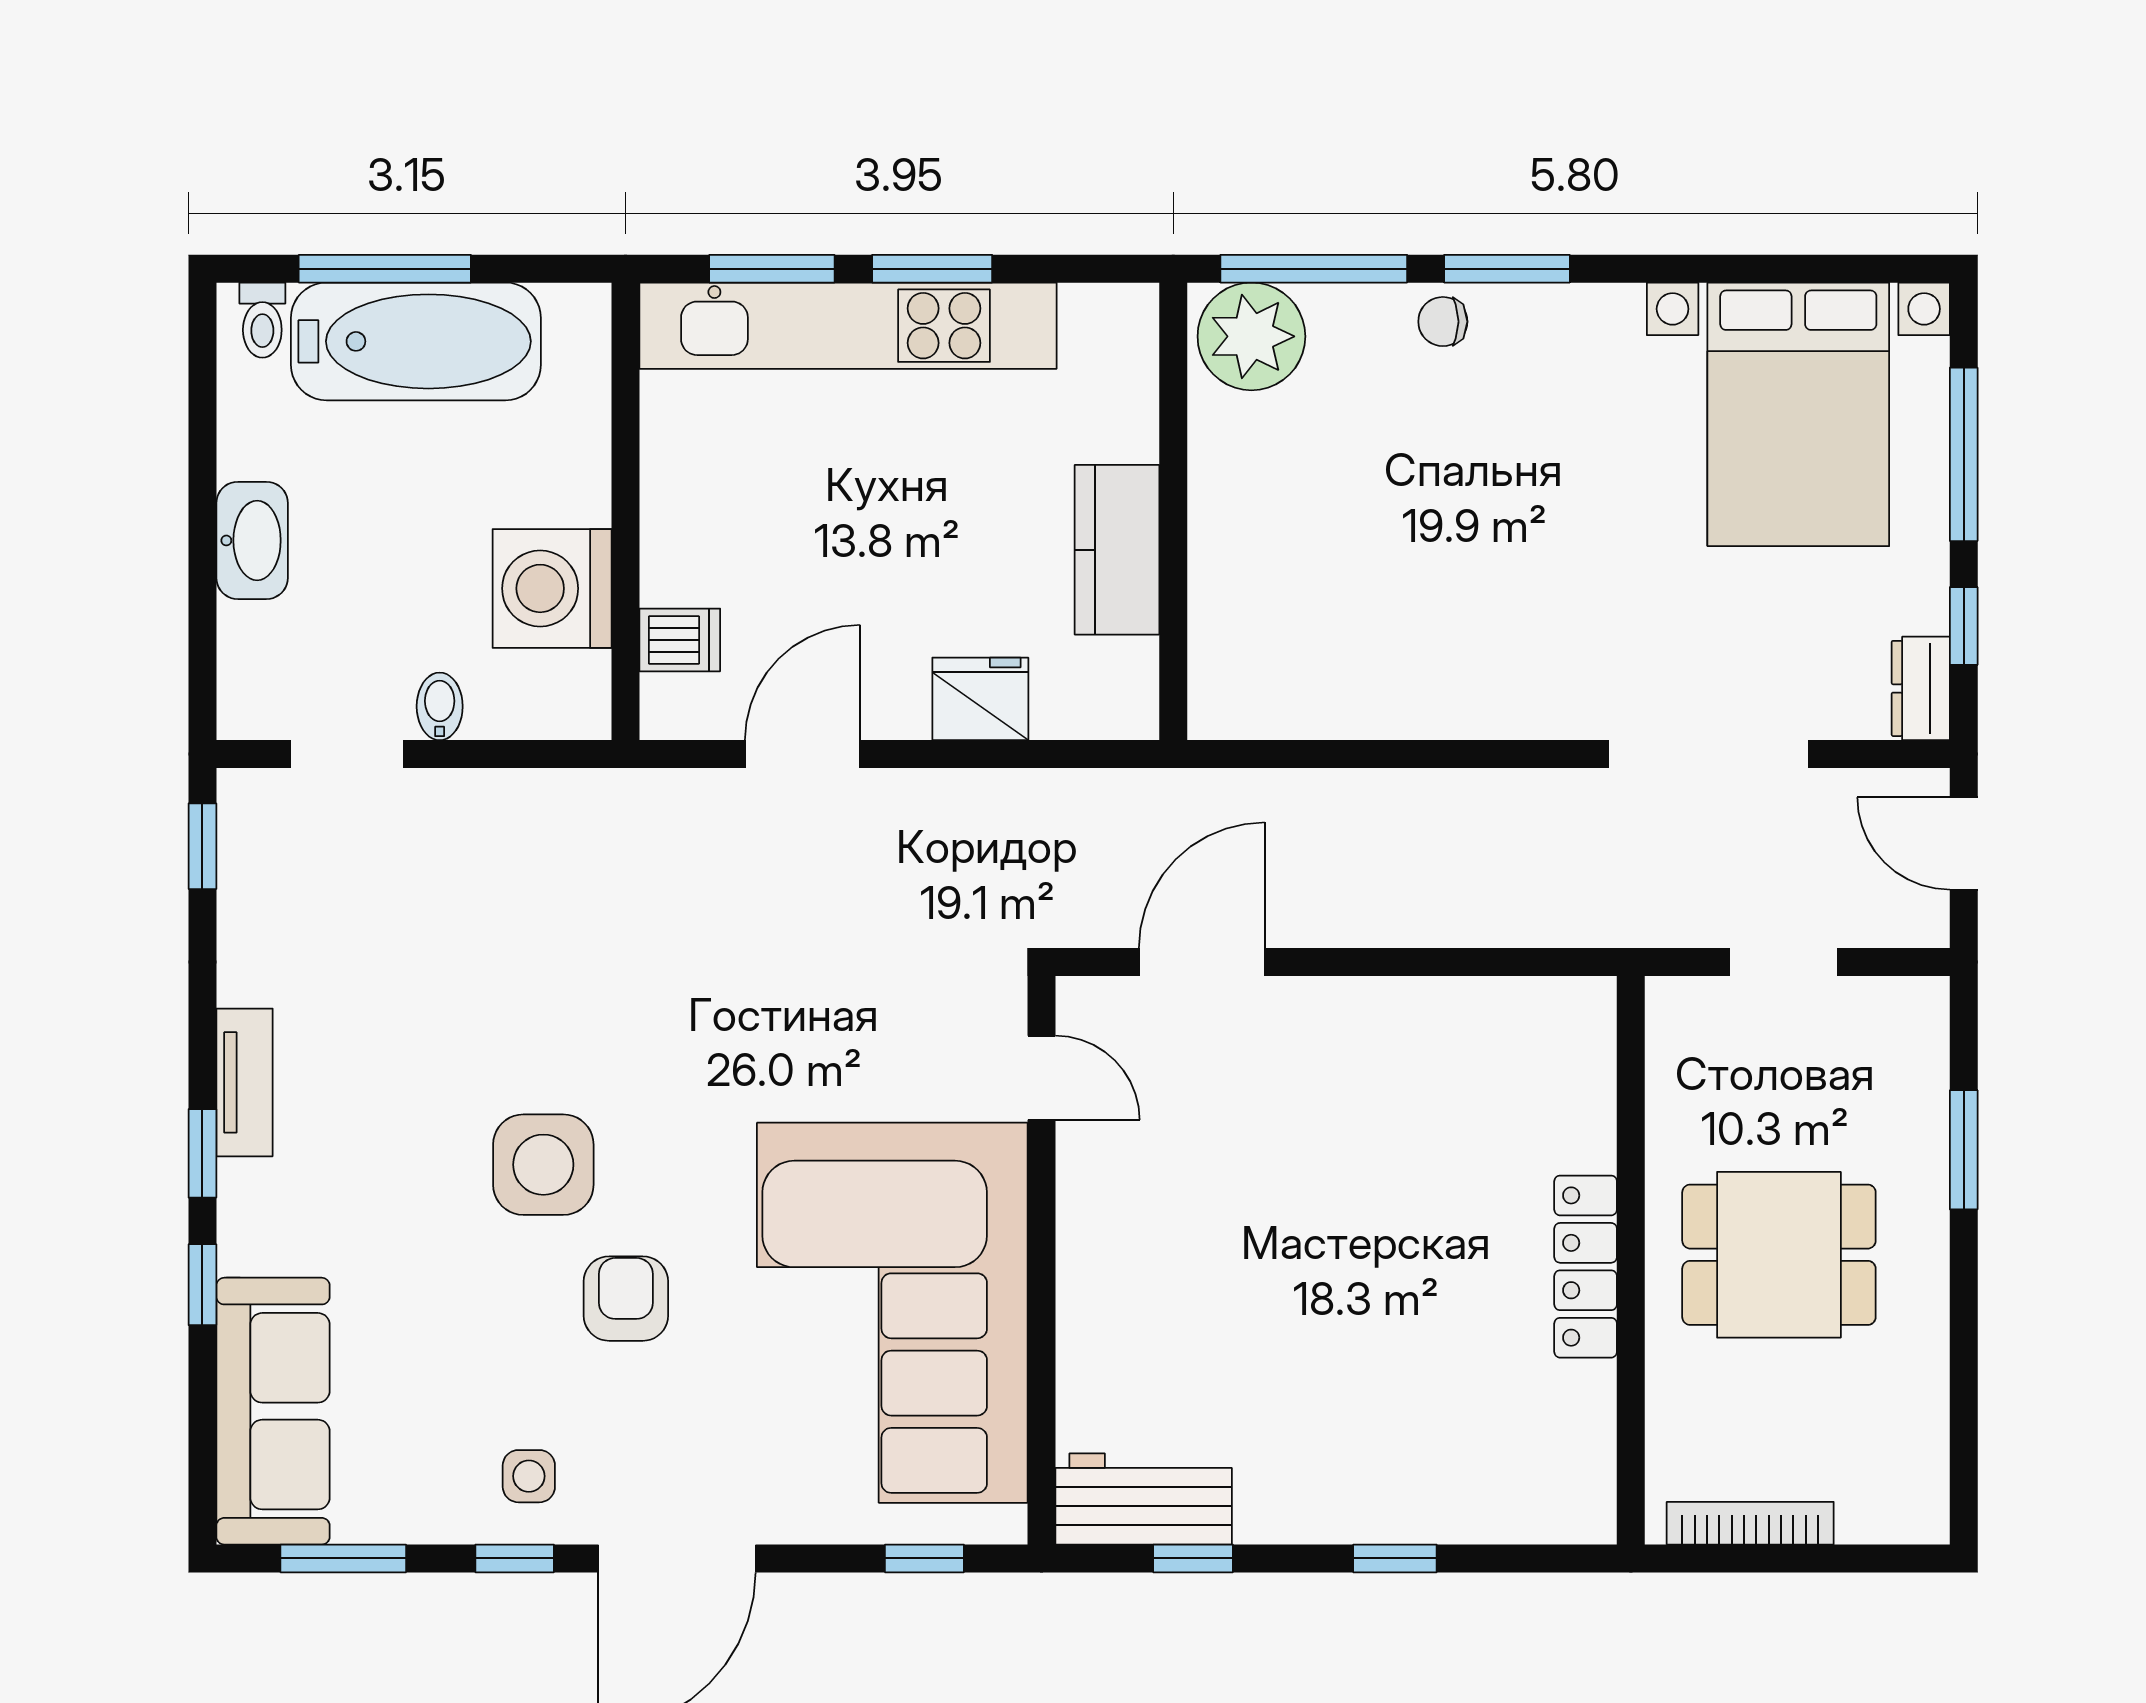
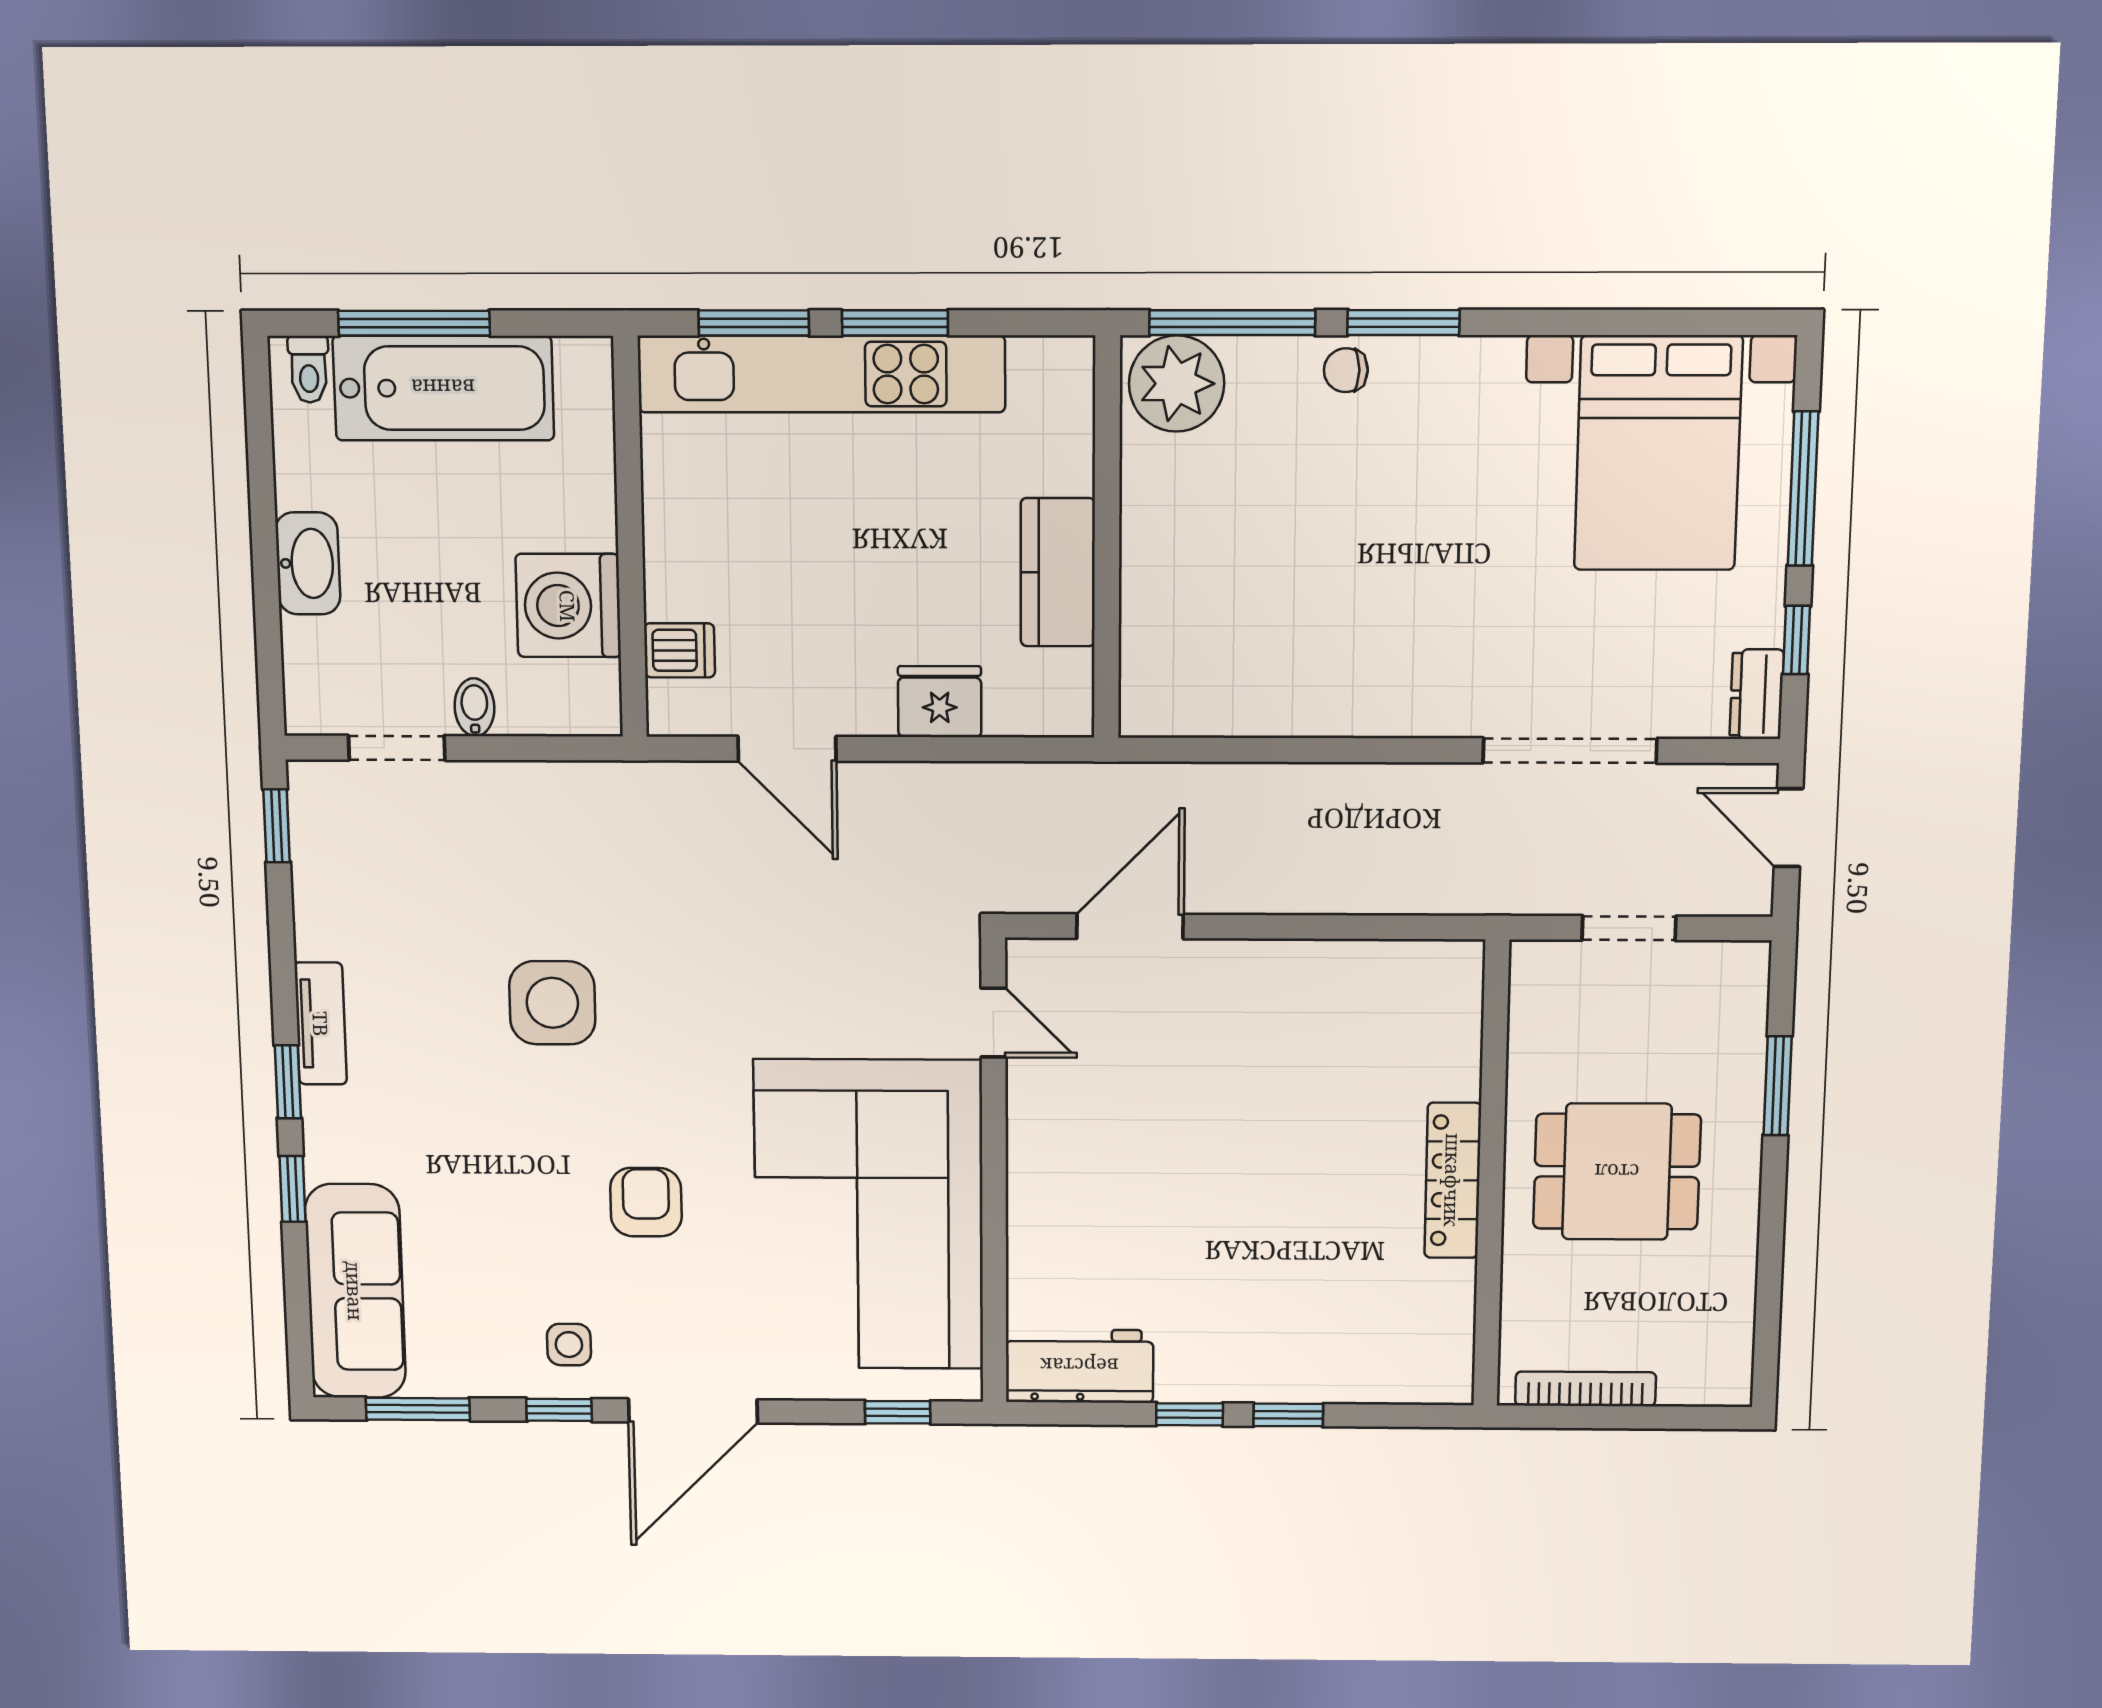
door: (803, 754) -> (787, 749), swing flipped
side table: (543, 1165) -> (552, 1003), moved
window: (1193, 1558) -> (1190, 1414), moved

